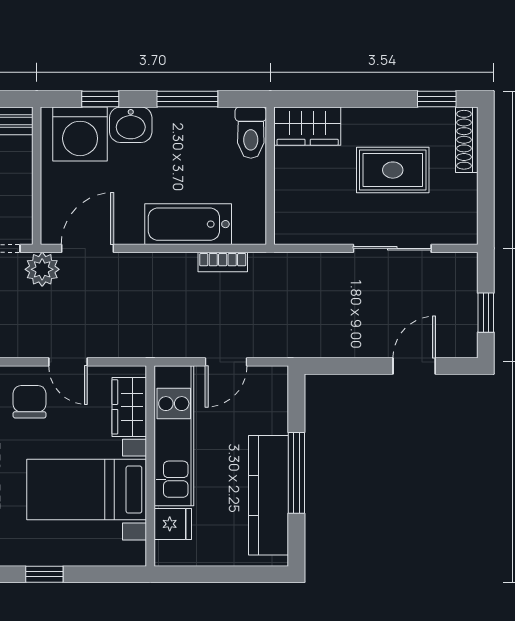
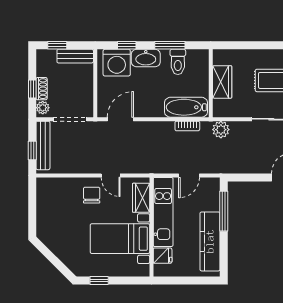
washbasin: (131, 125) -> (146, 58), width x1.38
wardrobe: (308, 126) -> (222, 82), moved, turned -90
toilet: (251, 133) -> (178, 62), moved
bathtub: (188, 224) -> (186, 107), moved
plant: (42, 269) -> (221, 130), moved
window: (296, 473) -> (224, 211), moved

